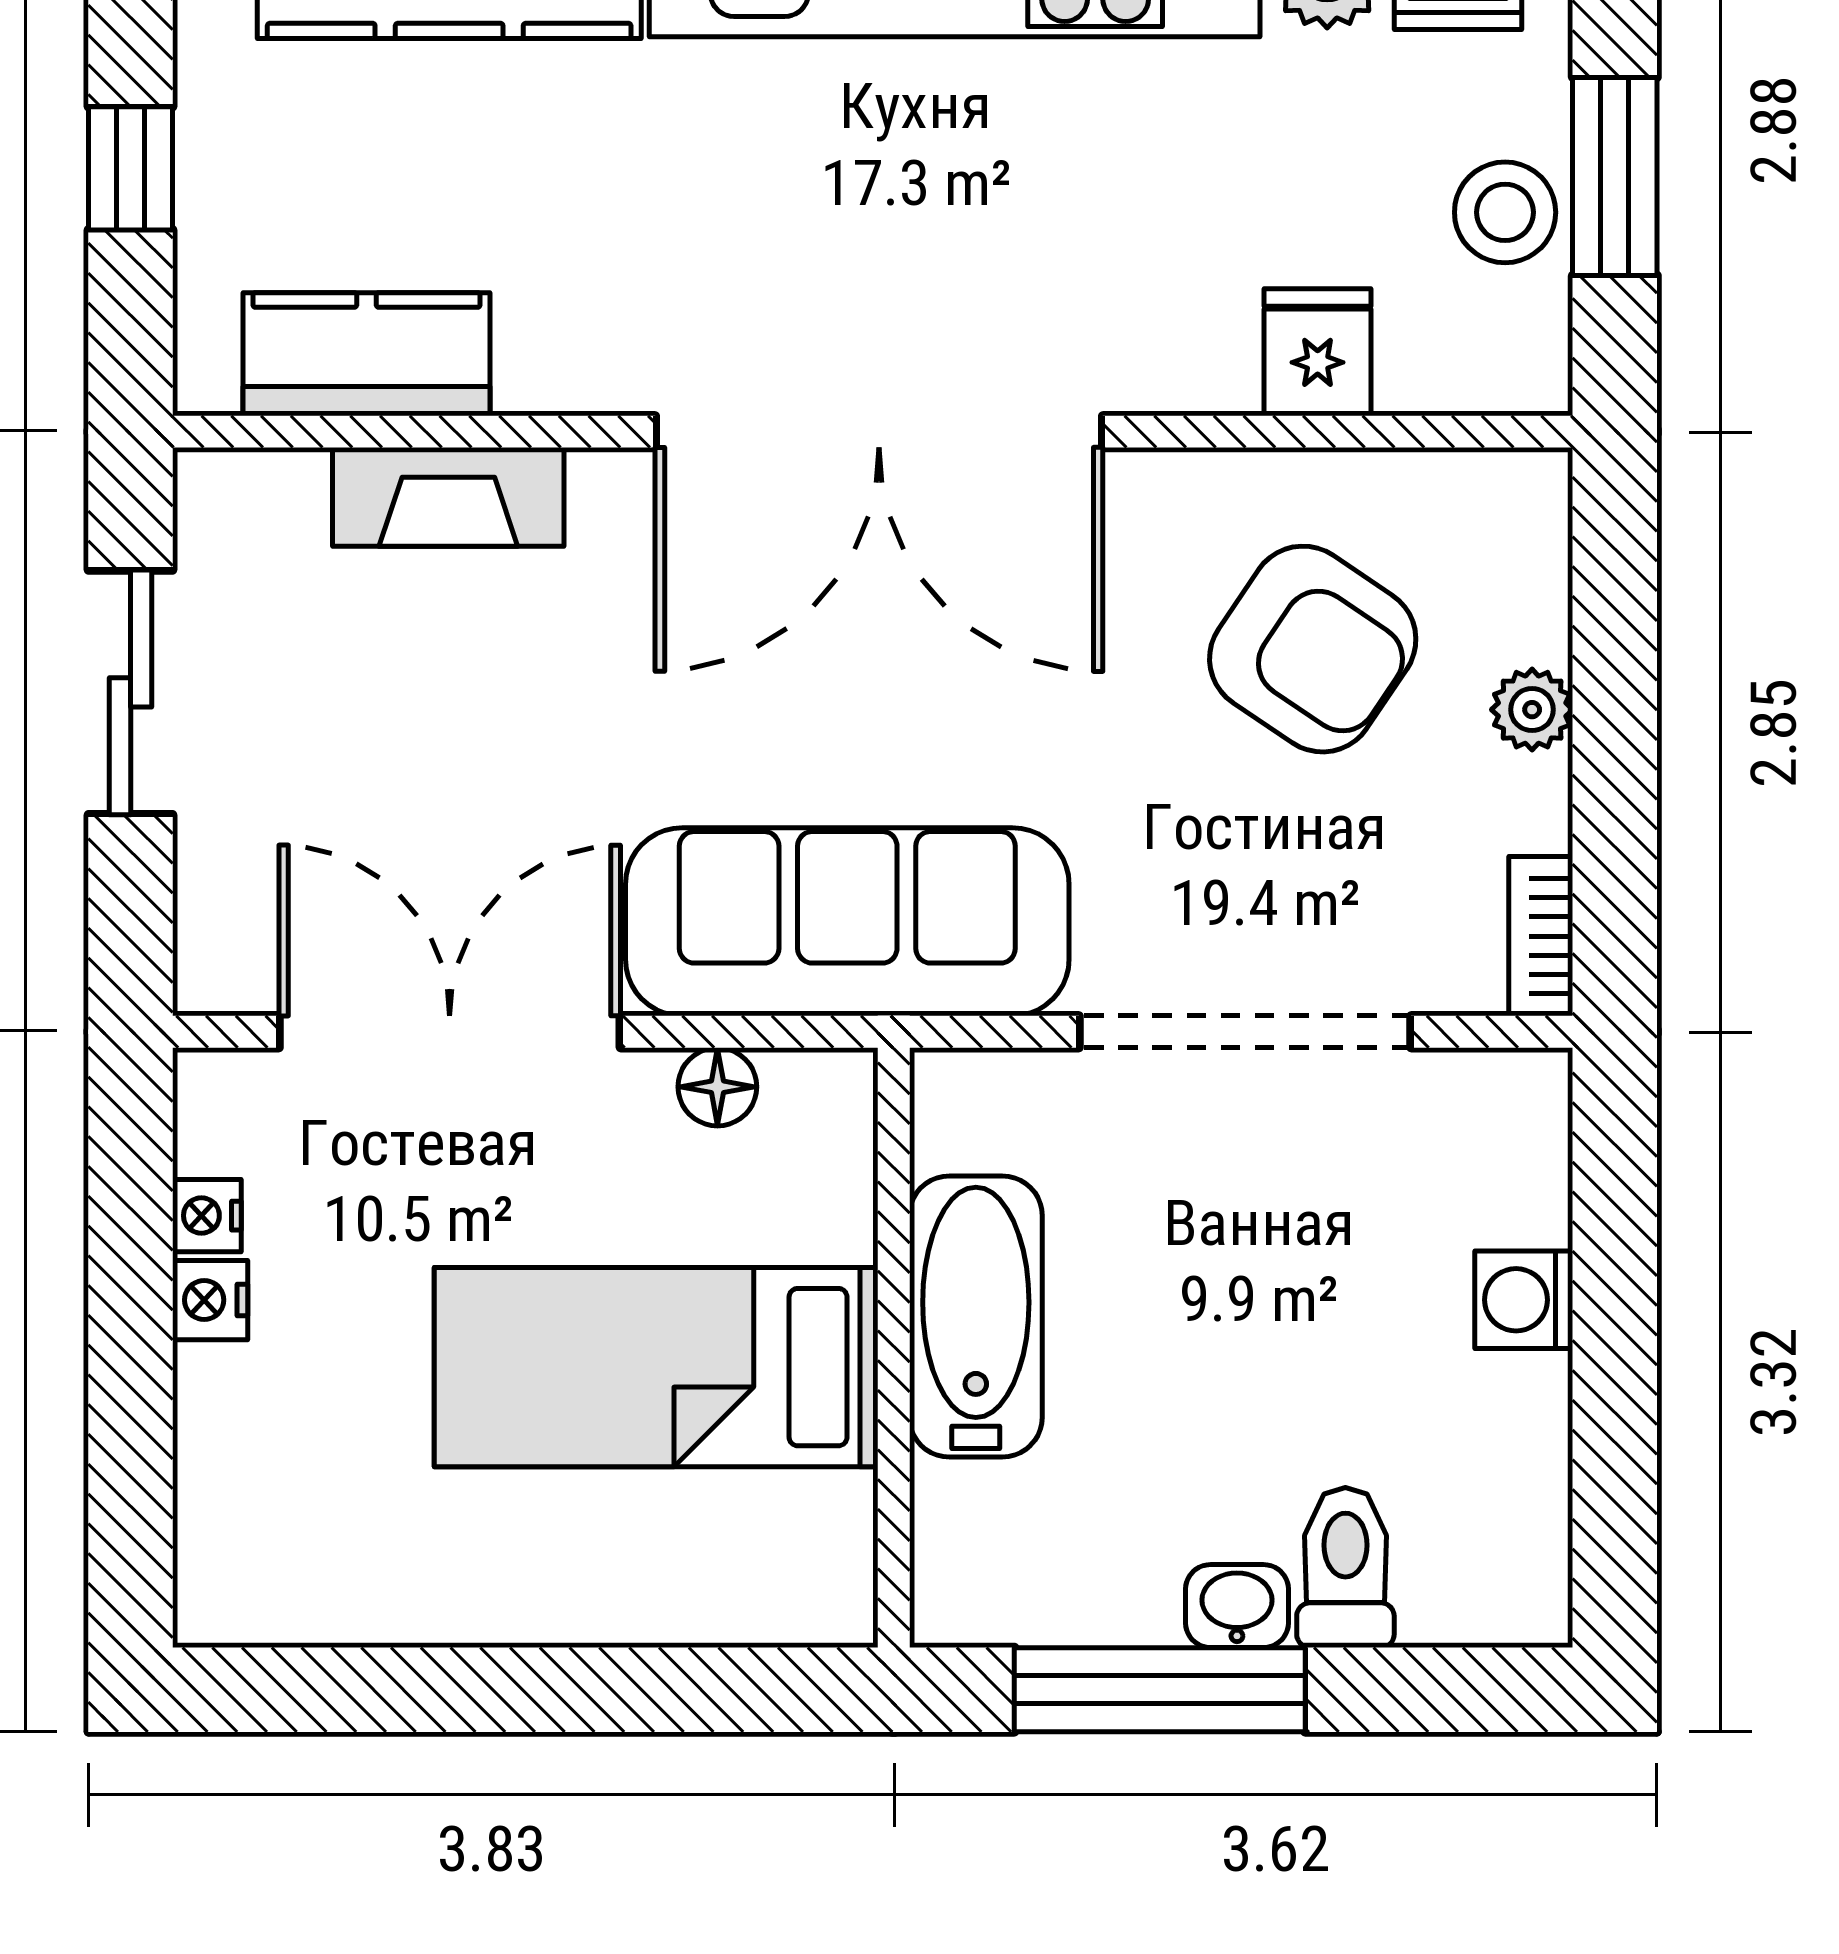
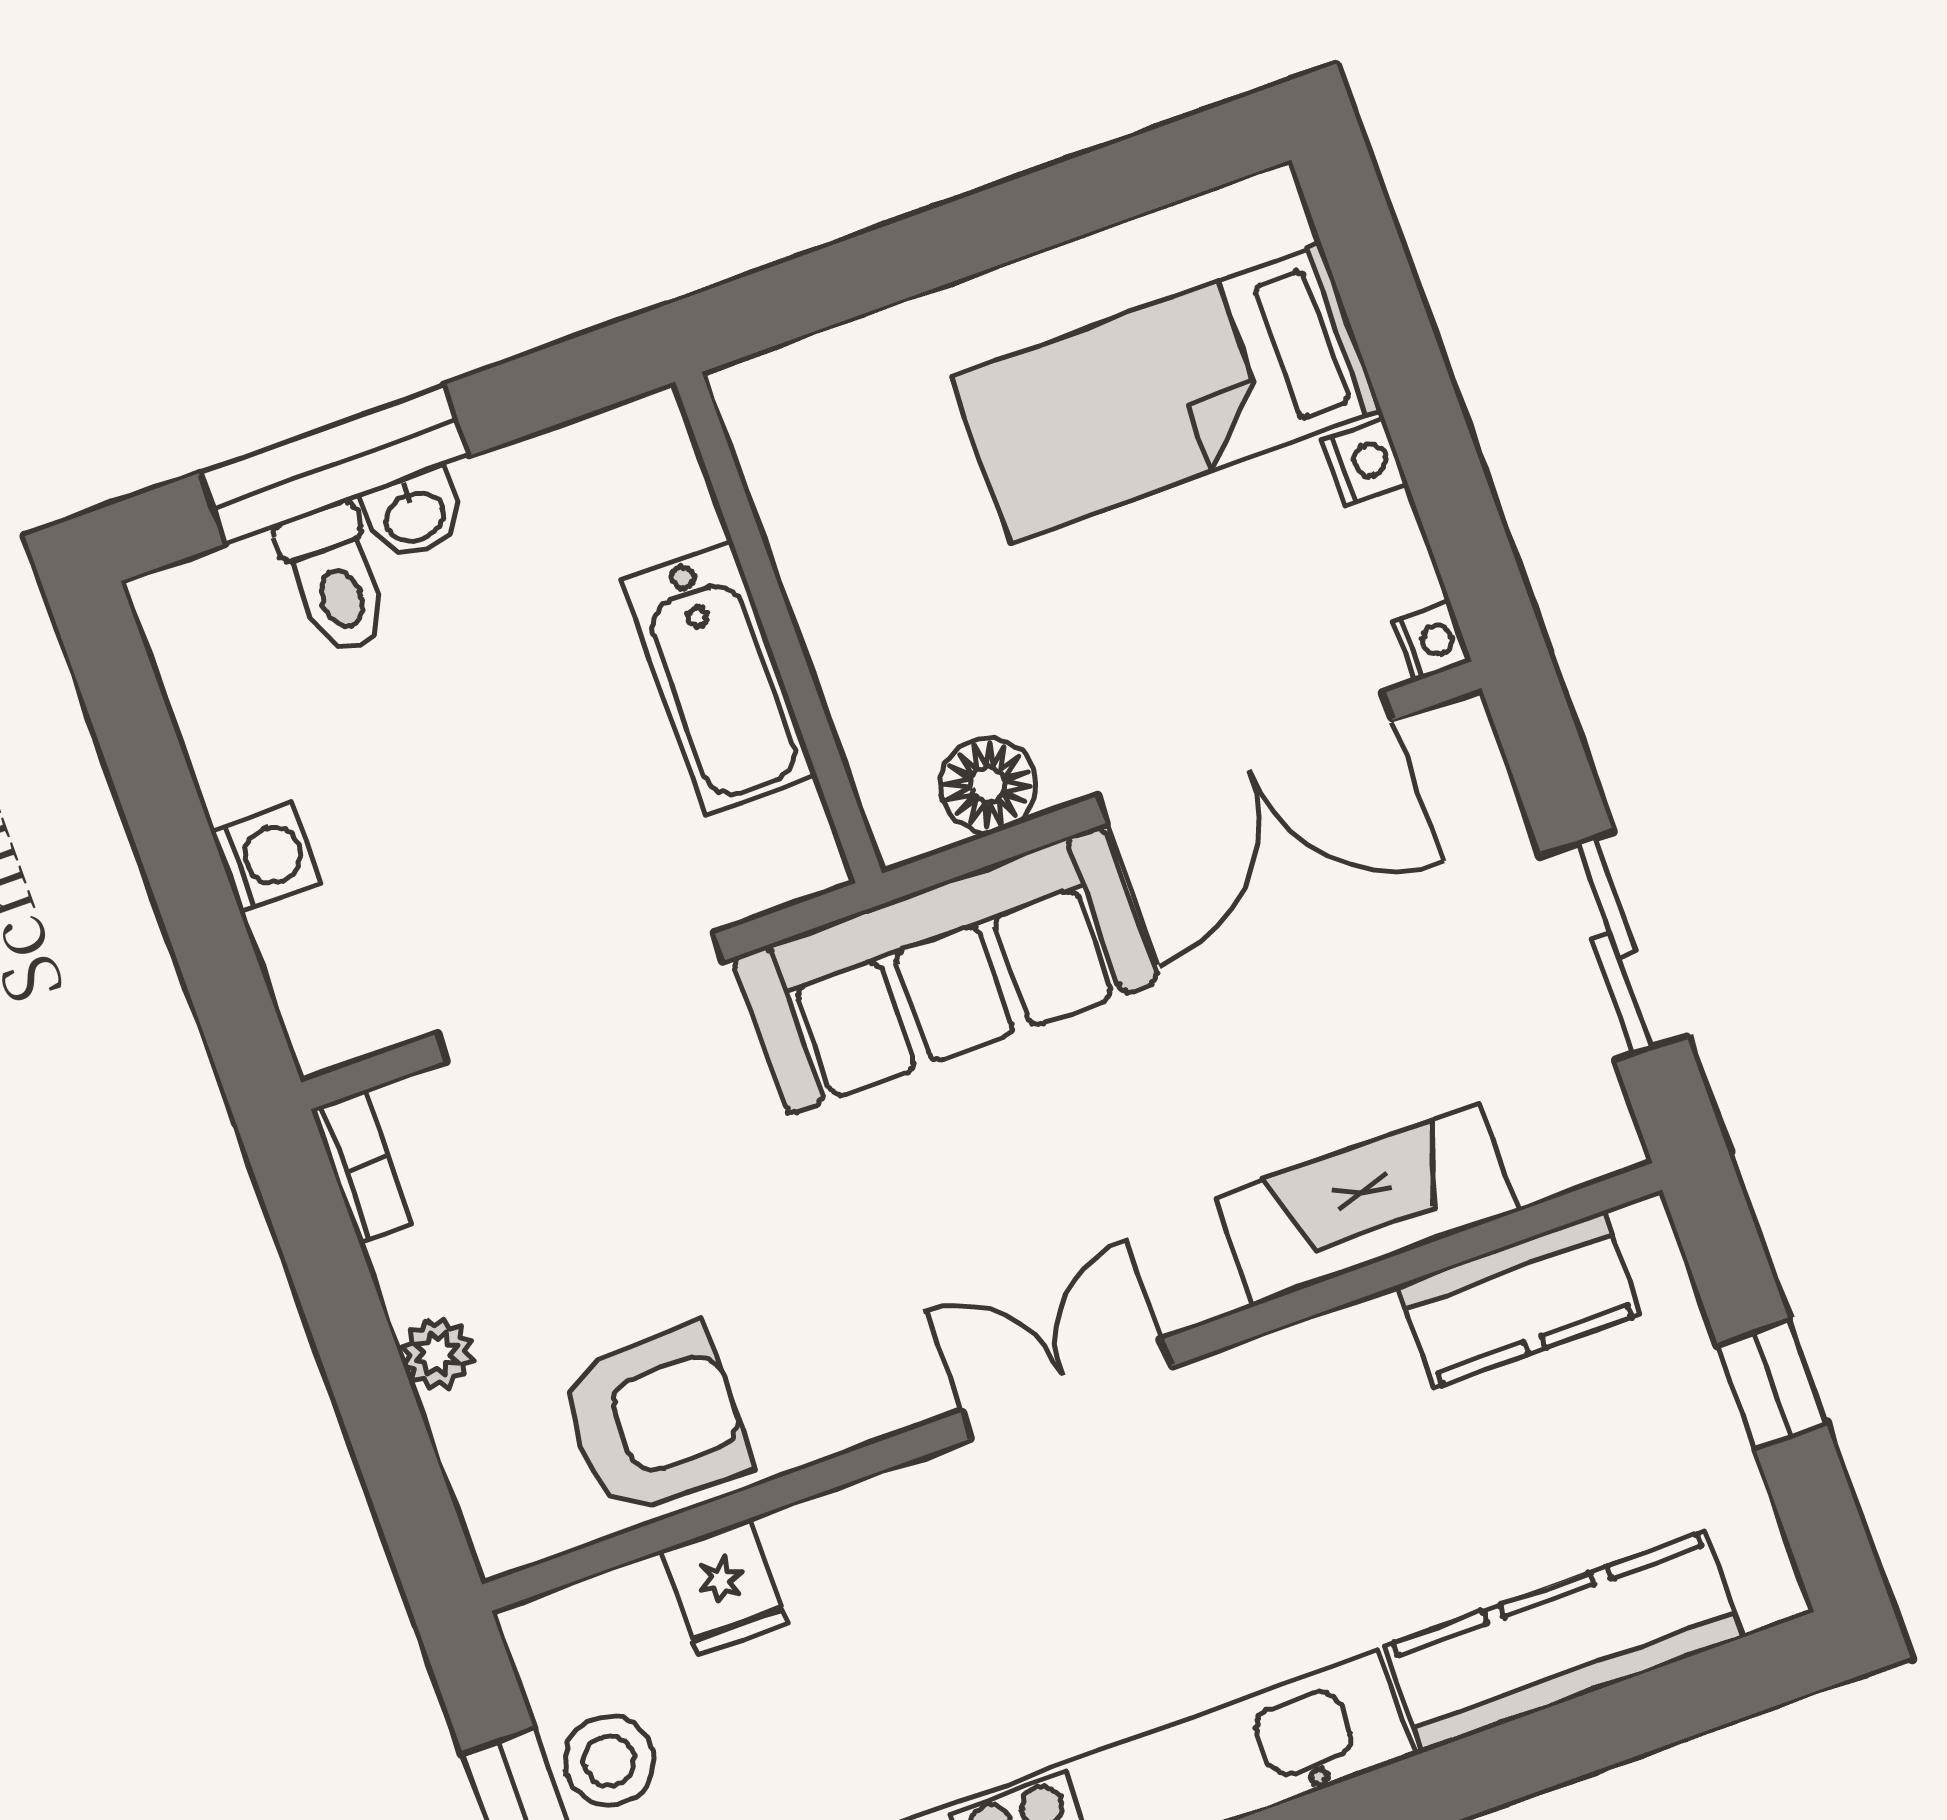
double door: (879, 432) -> (1067, 1389), width x0.54
fireplace: (448, 497) -> (1367, 1205), width x1.37, depth x1.32
armchair: (1313, 649) -> (655, 1421), moved, turned 146
floor lamp: (717, 1087) -> (988, 785), width x1.37, depth x1.37
nightstand: (207, 1216) -> (1432, 641), moved
bed: (656, 1367) -> (1166, 393), moved, turned 180
window: (1160, 1690) -> (334, 464), moved

